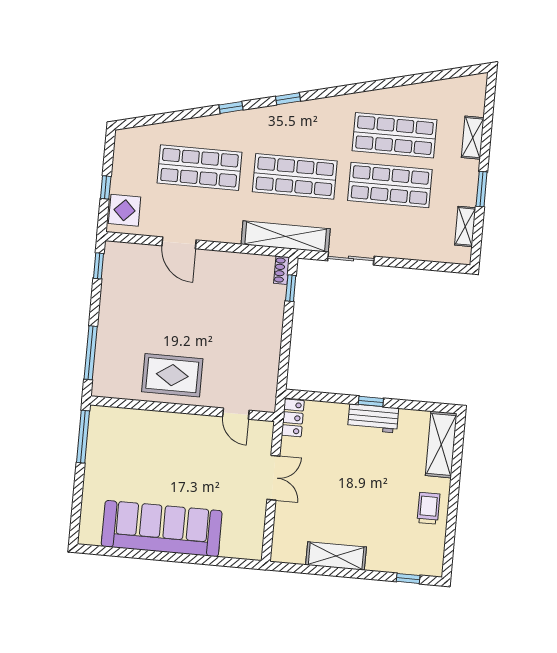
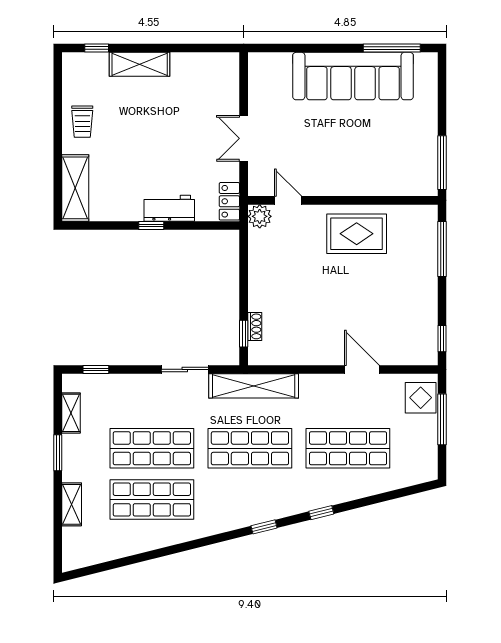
window: (106, 187) -> (442, 419), width x2.17
window: (437, 266) -> (96, 369), added
shoe rack: (281, 270) -> (255, 326), moved
plant: (265, 401) -> (260, 216), added
workbench: (373, 418) -> (169, 208), moved
window: (122, 552) -> (392, 48), added
shelving: (336, 556) -> (140, 64), moved

